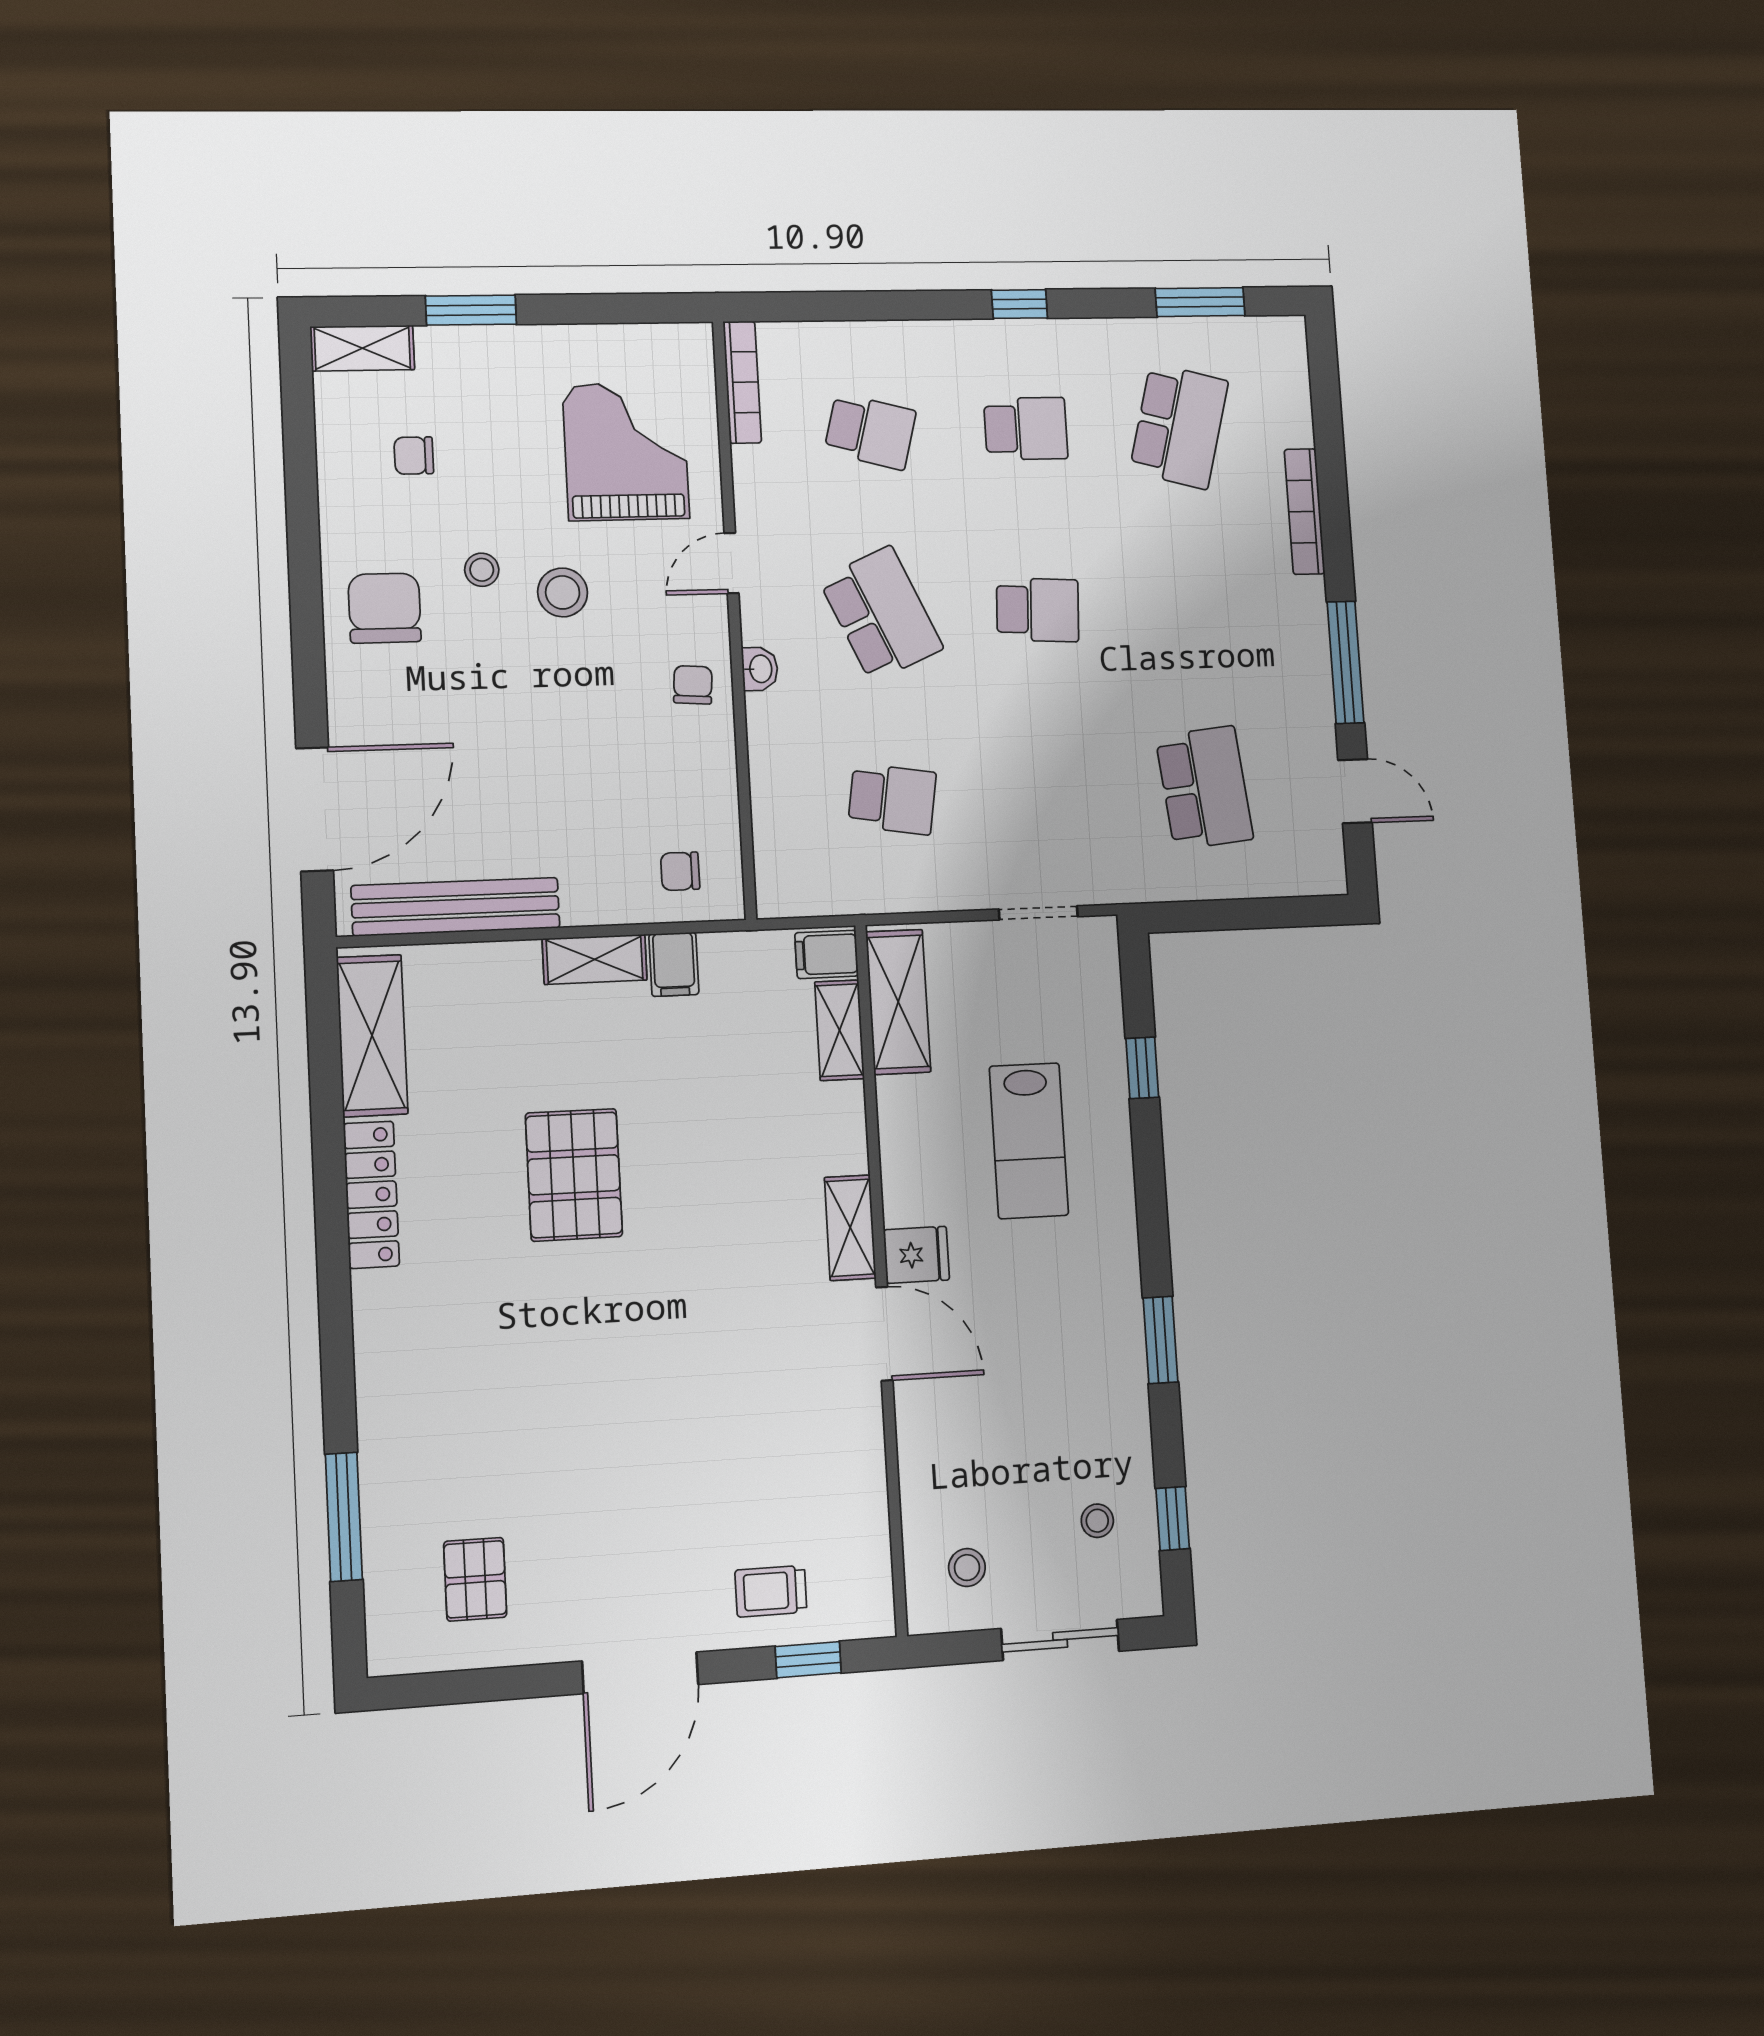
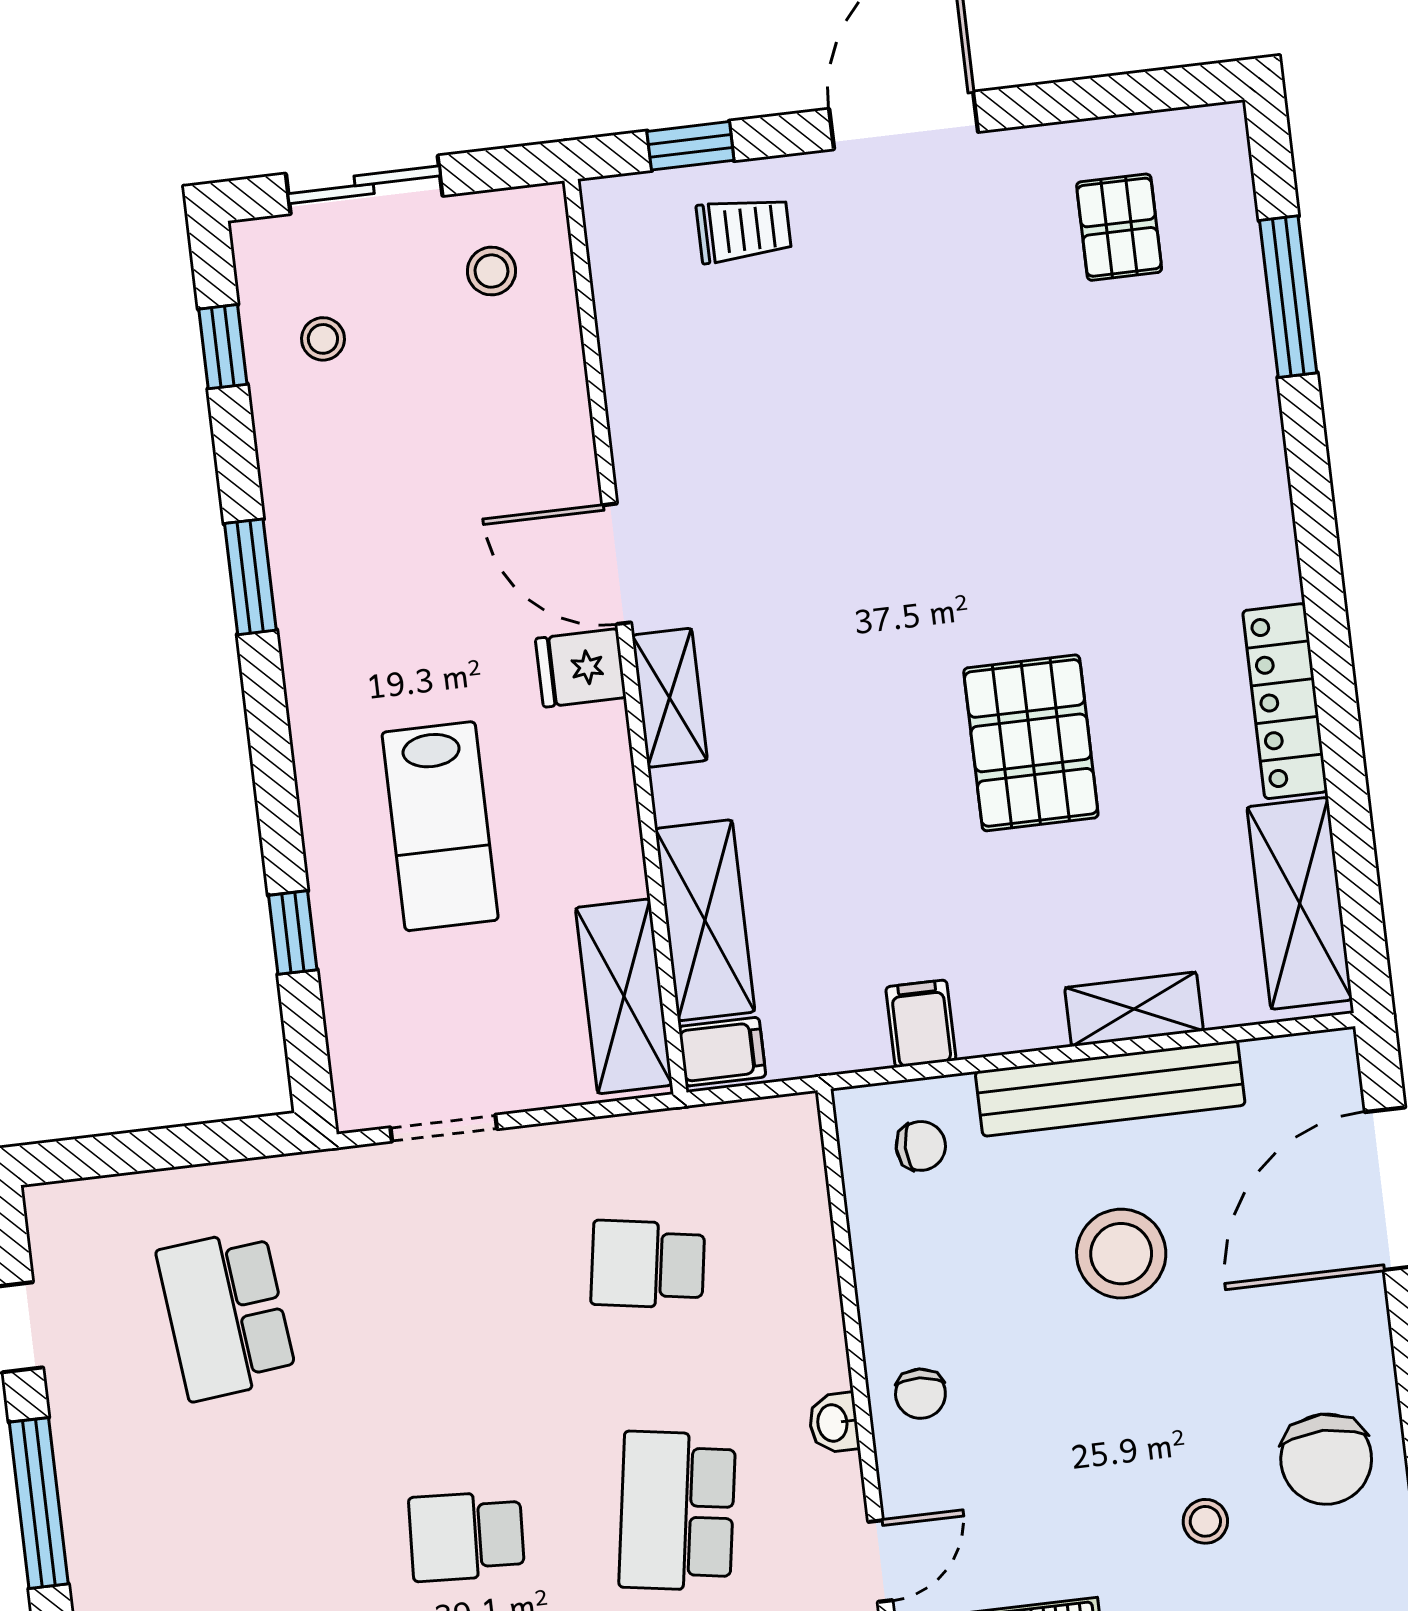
stool: (563, 592) -> (1121, 1254), moved, width x1.38, depth x1.38
school desk: (881, 614) -> (677, 1511), turned 33
bench: (456, 907) -> (1110, 1088), moved
shelving: (595, 959) -> (1134, 1009), moved
shelving: (840, 1030) -> (705, 920), width x1.50, depth x1.33
lab bench: (1029, 1141) -> (440, 826), turned 180

